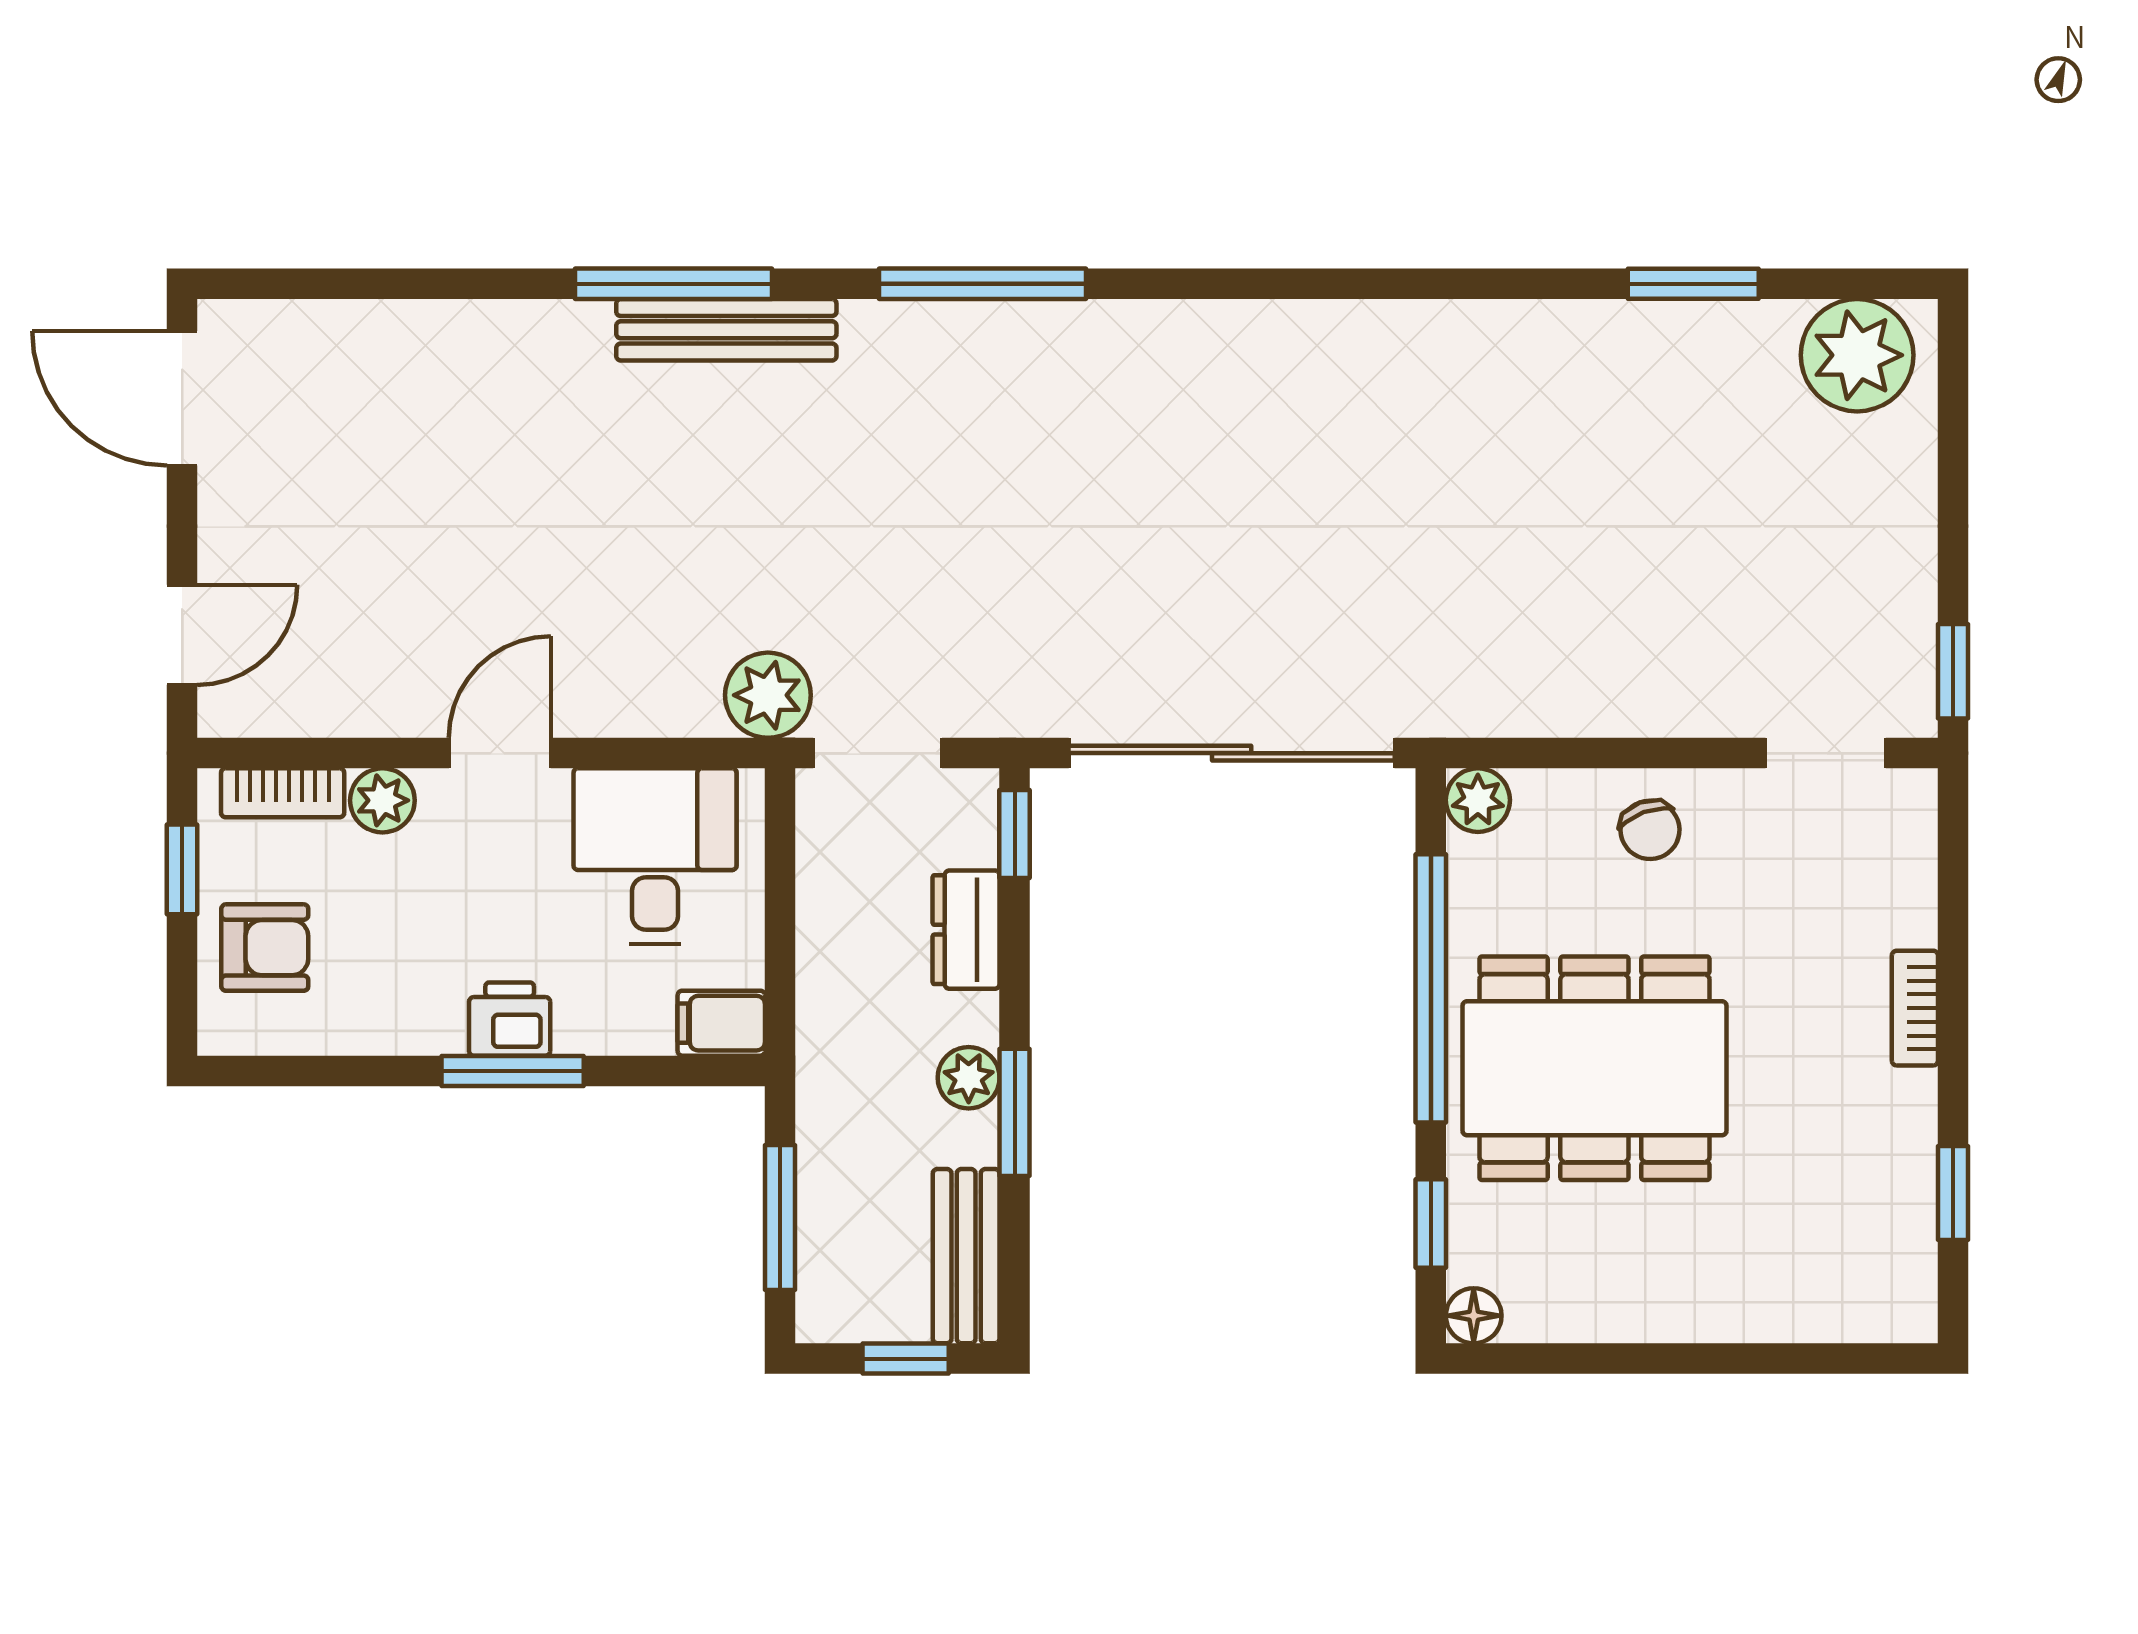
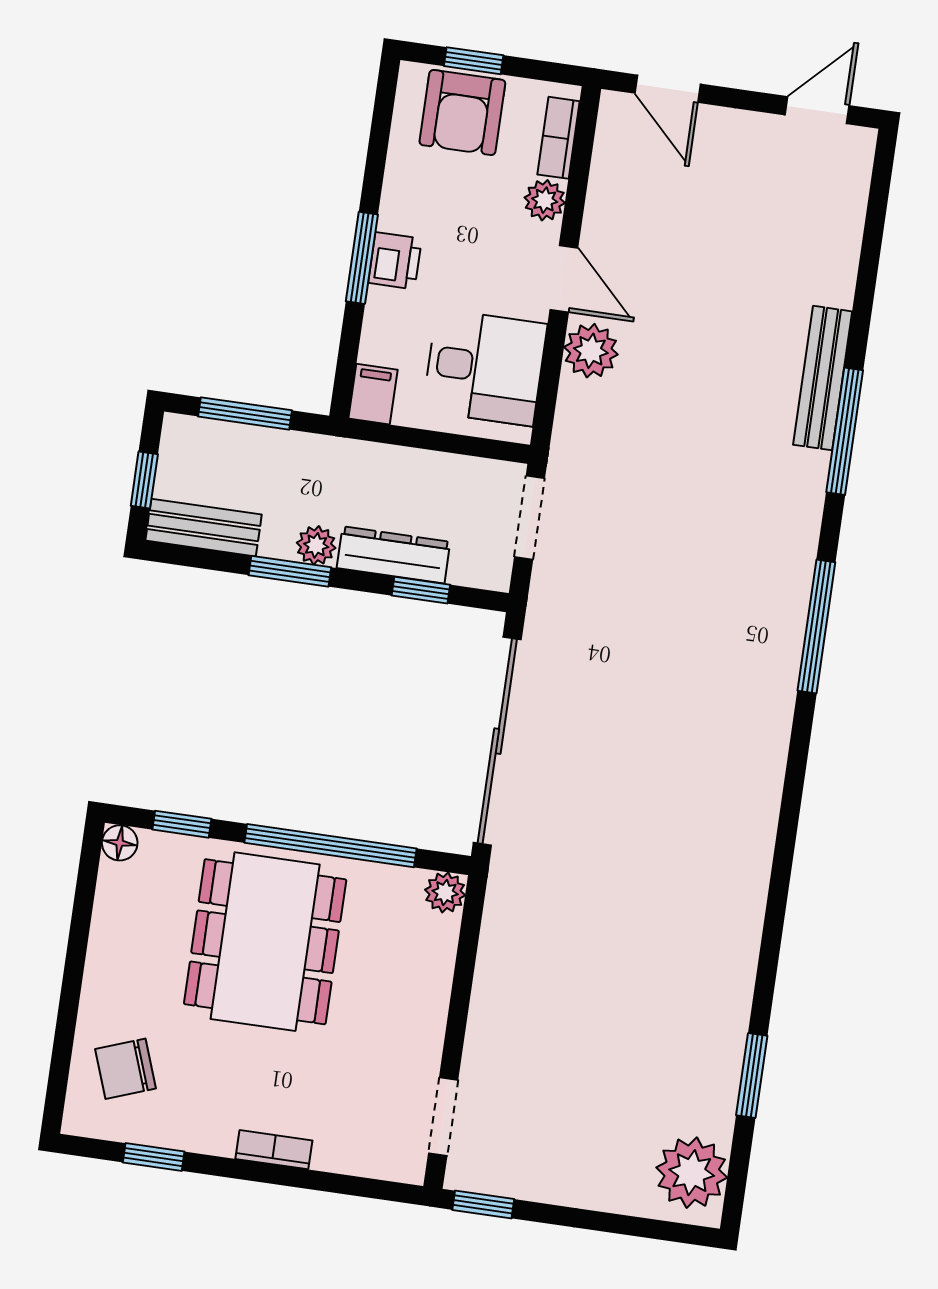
bench: (726, 330) -> (823, 378), moved
door: (182, 398) -> (817, 110), width x0.73
plant: (768, 695) -> (591, 351), moved
chair: (1650, 830) -> (125, 1069), moved, width x1.37, depth x1.37
window: (1015, 834) -> (421, 590), moved
window: (182, 869) -> (474, 61), moved
dresser: (966, 930) -> (393, 555), width x1.44
armchair: (265, 948) -> (462, 112), width x1.38, depth x1.38

